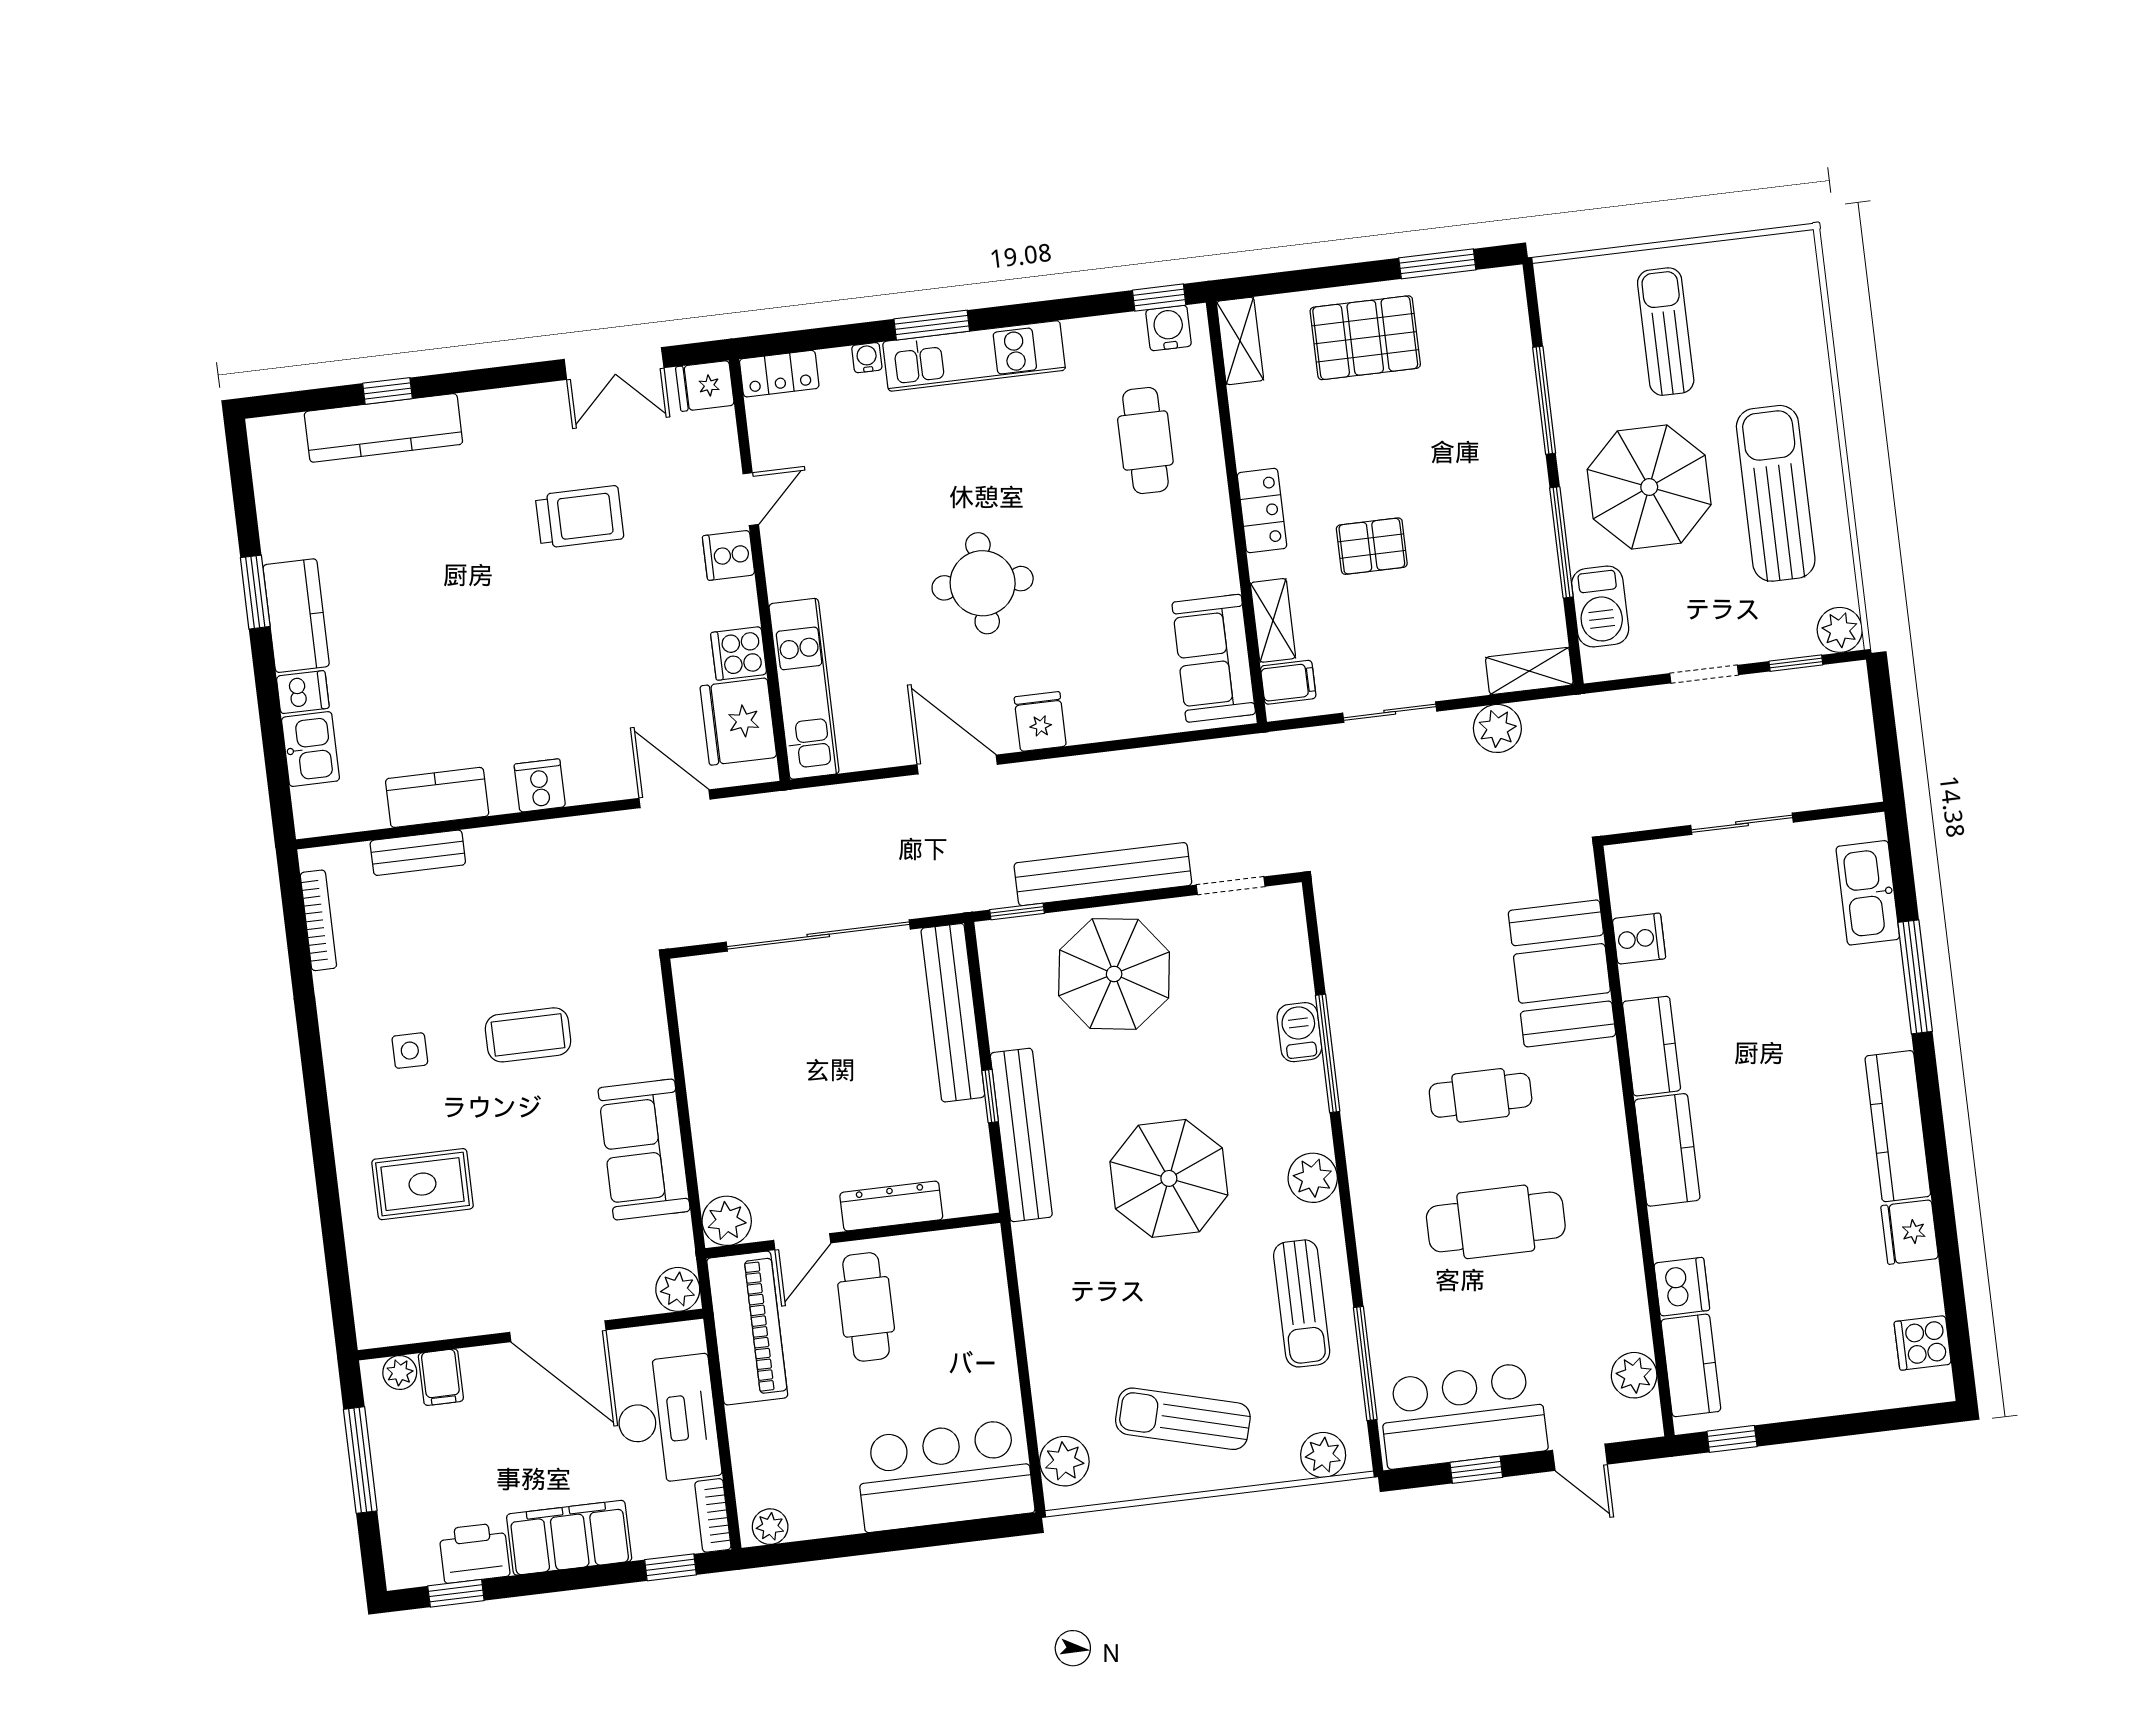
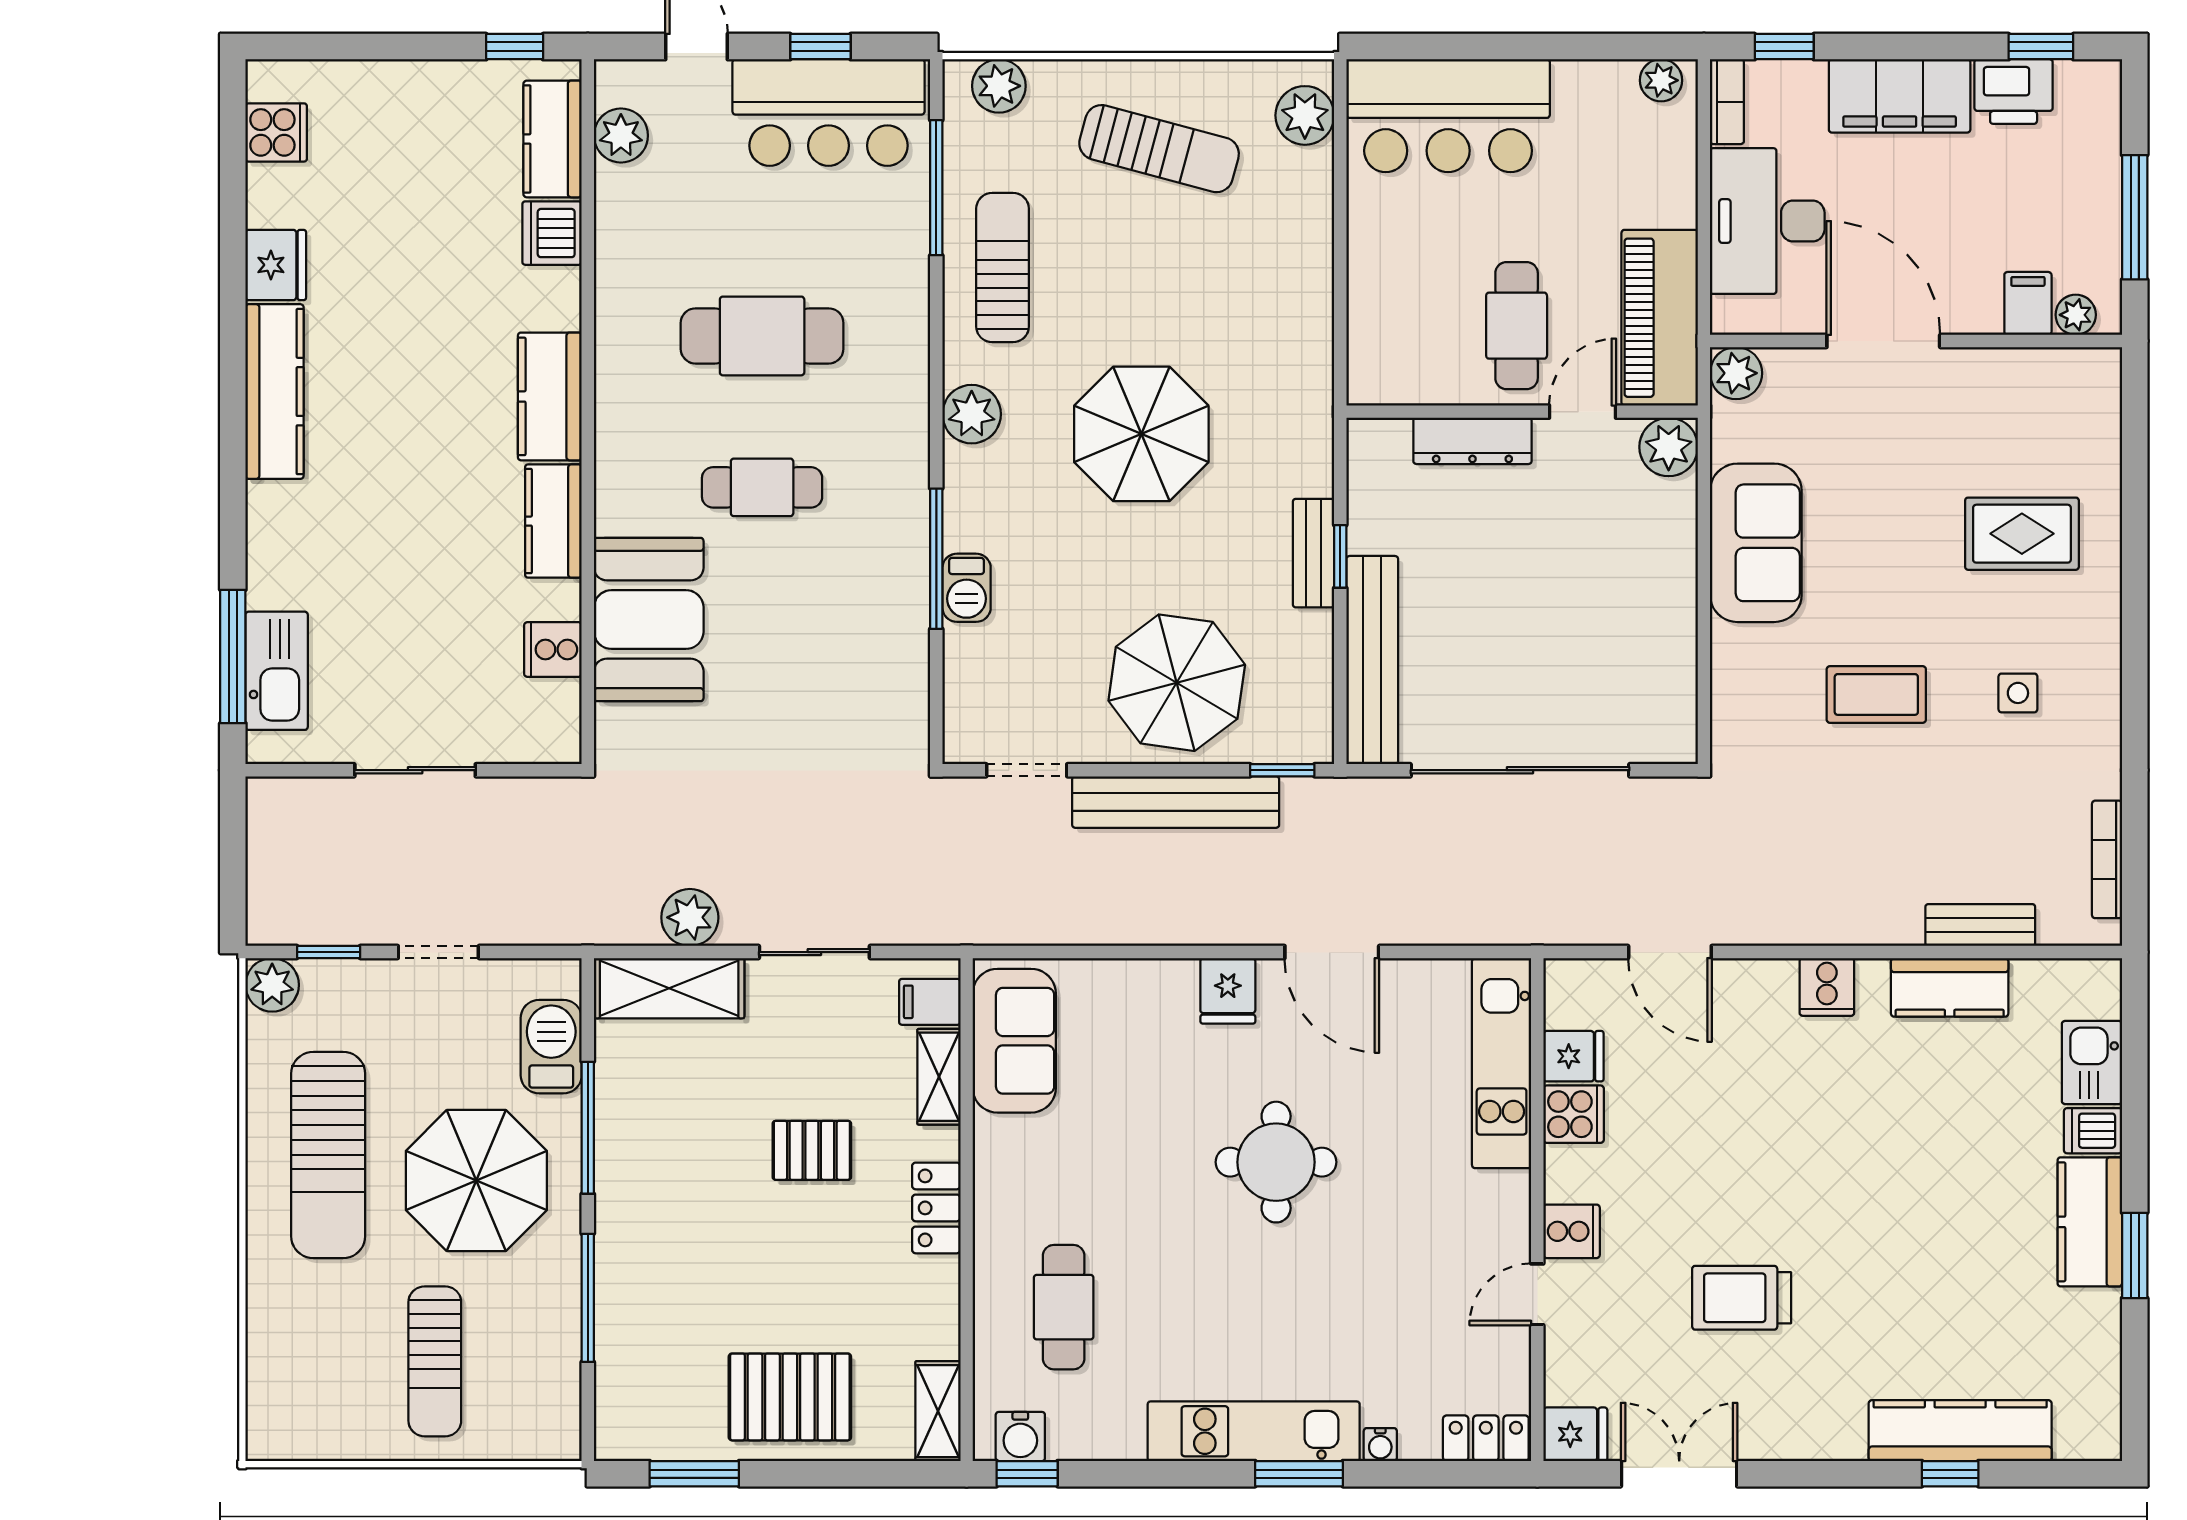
shelving: (1529, 671) -> (669, 988), width x1.50, depth x1.33
fridge: (738, 722) -> (1573, 1056), width x0.53, depth x0.75
window: (1915, 977) -> (233, 656), moved
bench: (1021, 1135) -> (1314, 553), width x0.54, depth x0.82

